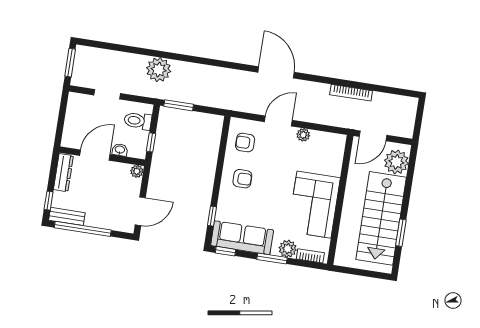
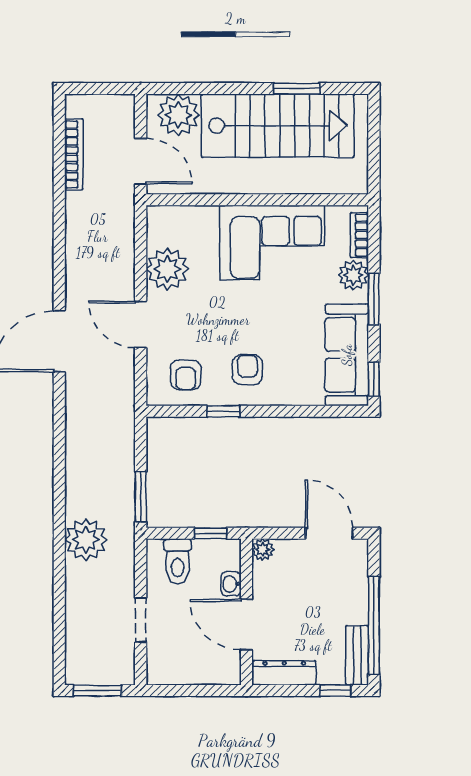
bookcase: (351, 93) -> (74, 154), moved
plant: (303, 135) -> (167, 269), width x1.88, depth x1.88
window: (212, 216) -> (223, 411), moved

